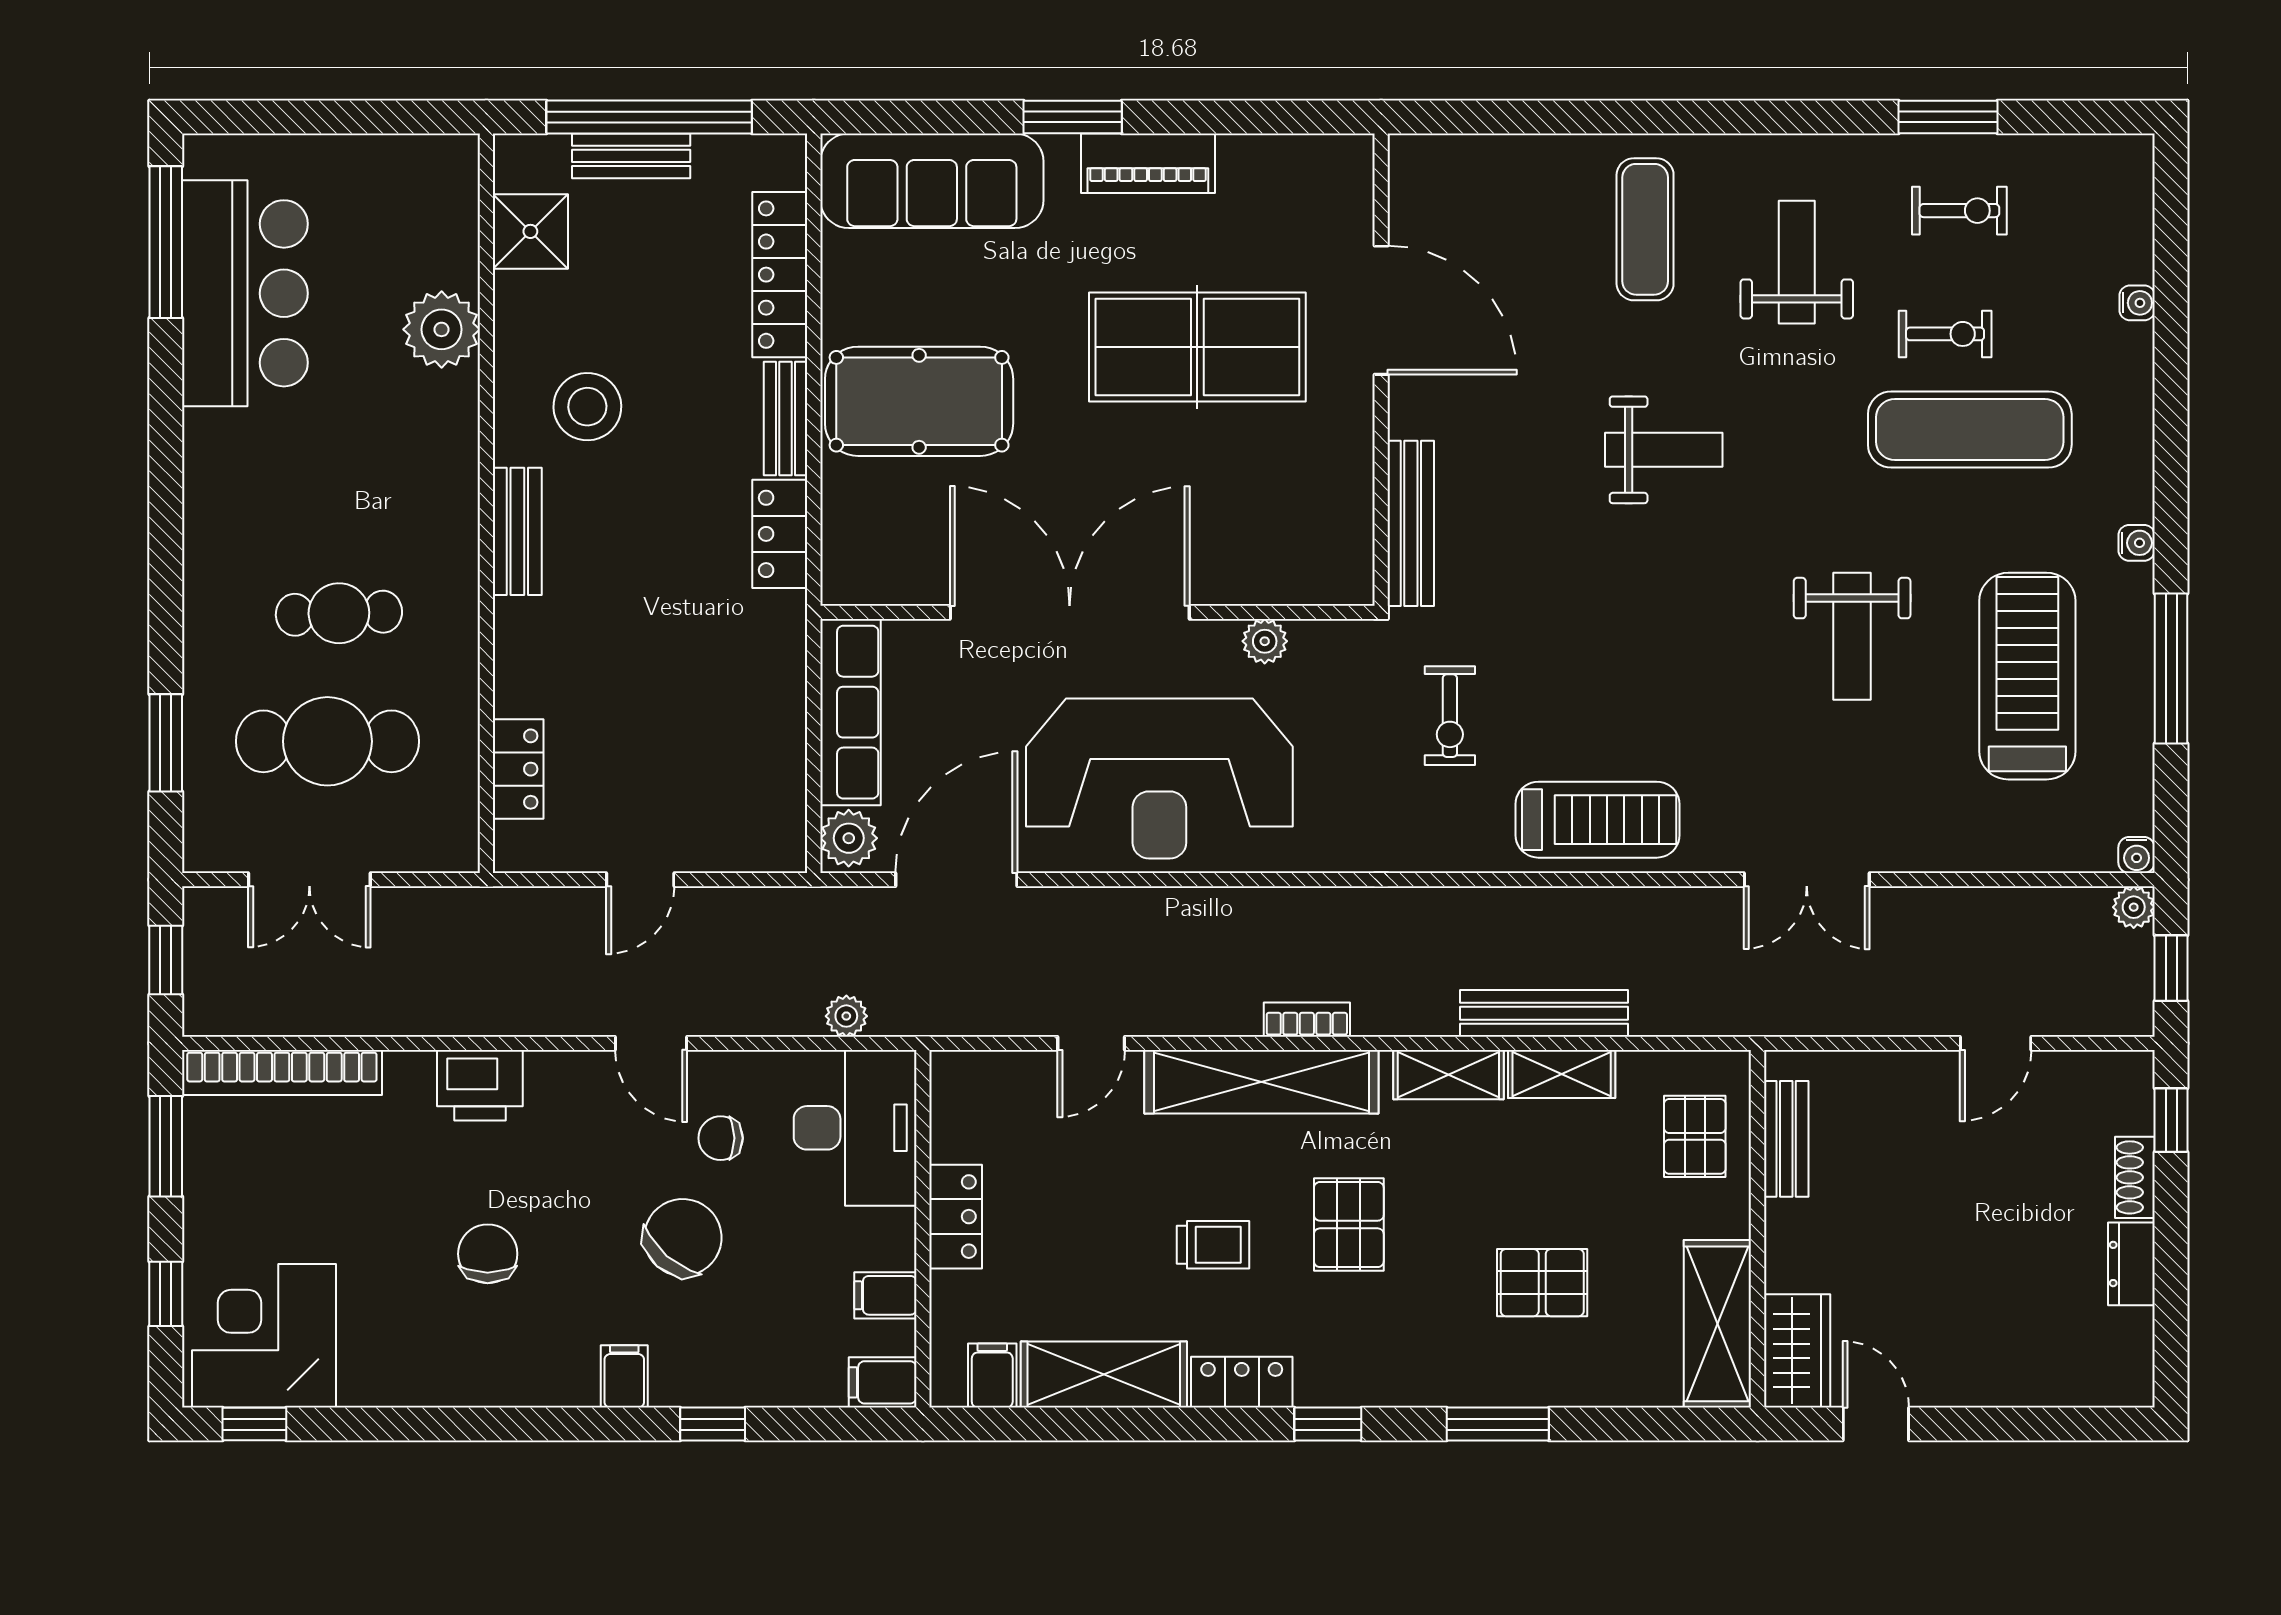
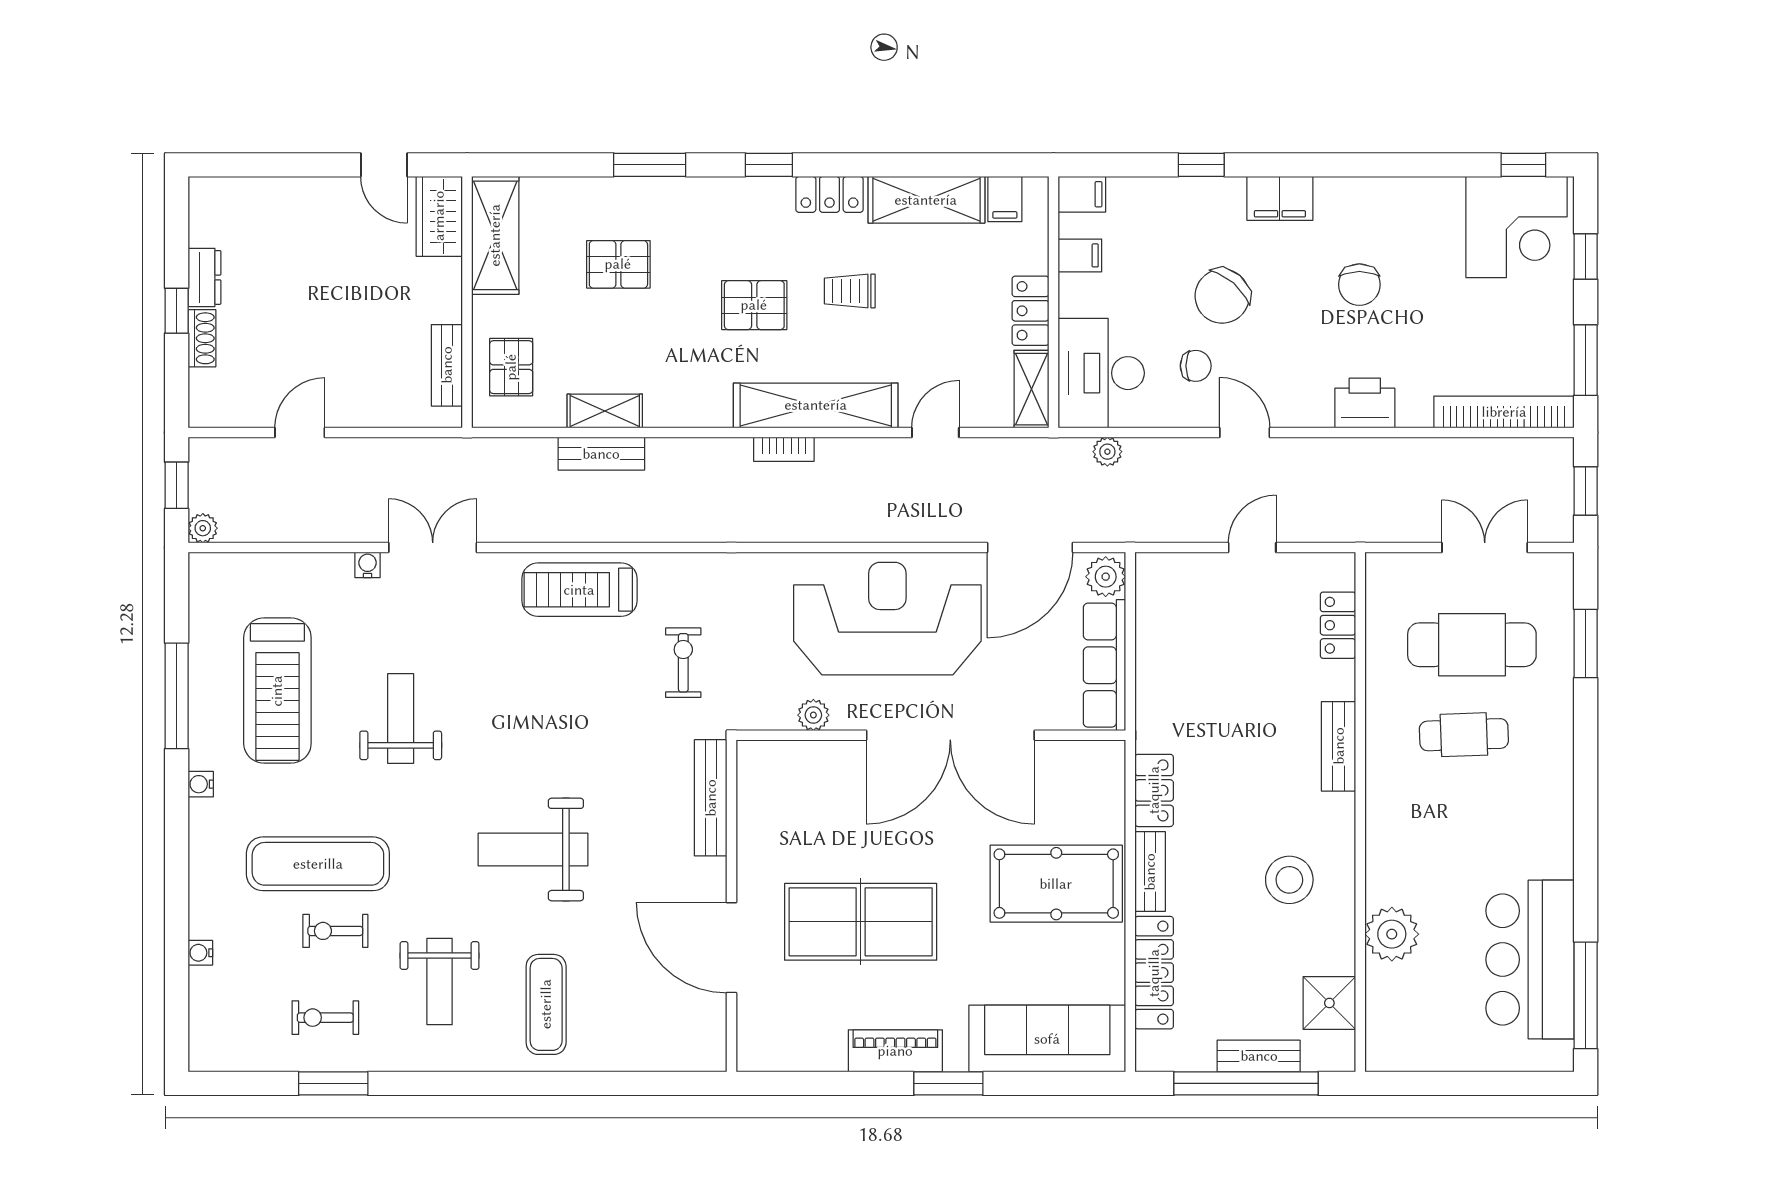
weight bench: (1664, 450) -> (533, 849), width x1.36, depth x1.33
bench: (517, 531) -> (1339, 746), moved
water cooler: (2137, 855) -> (368, 565), moved
bench: (1544, 1013) -> (601, 454), width x0.73
shelving: (1448, 1075) -> (1032, 389), moved, turned 90
window: (2171, 1120) -> (177, 311), moved
pallet: (1349, 1225) -> (754, 305), turned 90
filing cabinet: (624, 1376) -> (1280, 198), width x2.00

